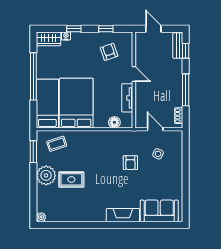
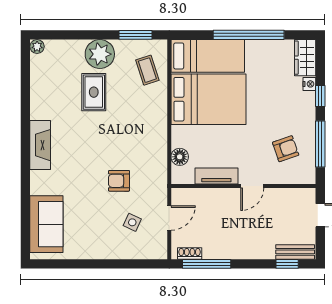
window: (106, 29) -> (320, 144), width x2.17
window: (186, 90) -> (207, 264), moved
fireplace: (123, 215) -> (40, 145), moved

